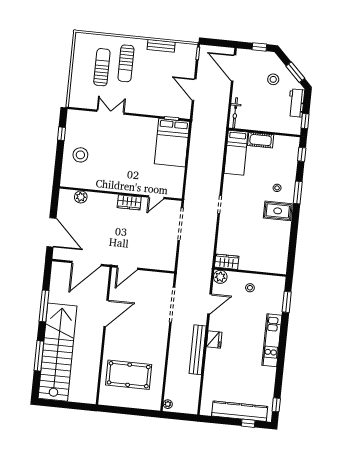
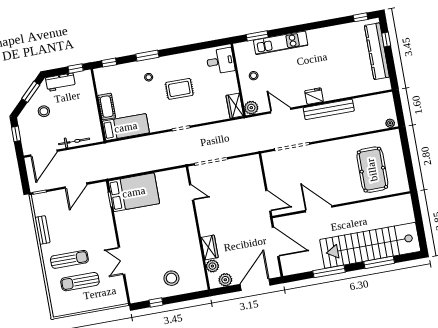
bicycle: (235, 113) -> (74, 141), moved
wardrobe: (129, 202) -> (209, 247), moved
plant: (64, 205) -> (225, 280), added
rug: (278, 211) -> (179, 89), moved, turned 90
desk: (273, 260) -> (220, 61), added
kitchen unit: (272, 340) -> (281, 43), moved

